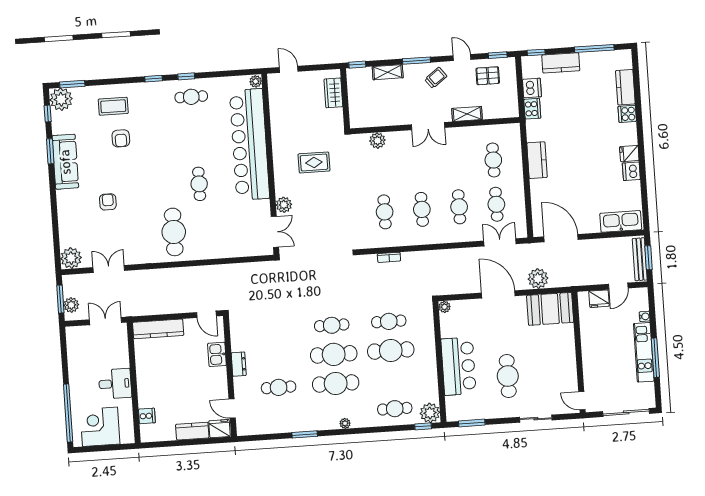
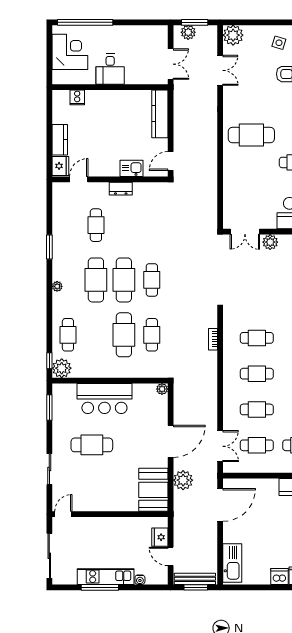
side table: (76, 210) -> (279, 43), added

